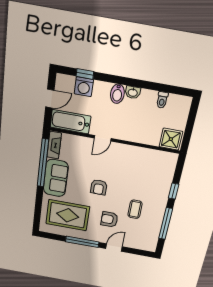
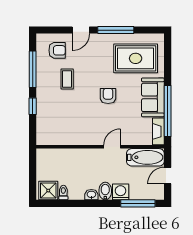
window: (85, 74) -> (138, 203), width x2.17
washing machine: (84, 87) -> (121, 192), moved
shower: (171, 139) -> (48, 191), moved
armchair: (109, 219) -> (57, 50), moved

